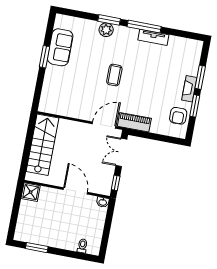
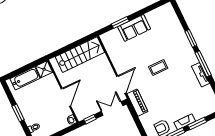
plant: (106, 30) -> (183, 41), removed
sofa: (60, 47) -> (134, 28), moved
window: (44, 57) -> (120, 22), moved
door: (104, 125) -> (121, 85), hinge flipped
bathtub: (26, 218) -> (25, 78), added
window: (37, 248) -> (18, 113), moved

